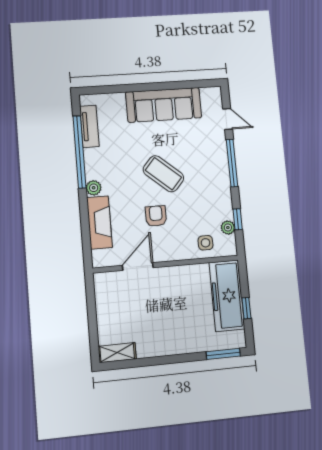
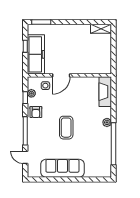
tv unit: (89, 126) -> (107, 158), removed
coffee table: (163, 174) -> (66, 128), turned 49
armchair: (156, 216) -> (36, 112), moved
fireplace: (99, 222) -> (105, 92), moved
door: (138, 267) -> (61, 75), moved

